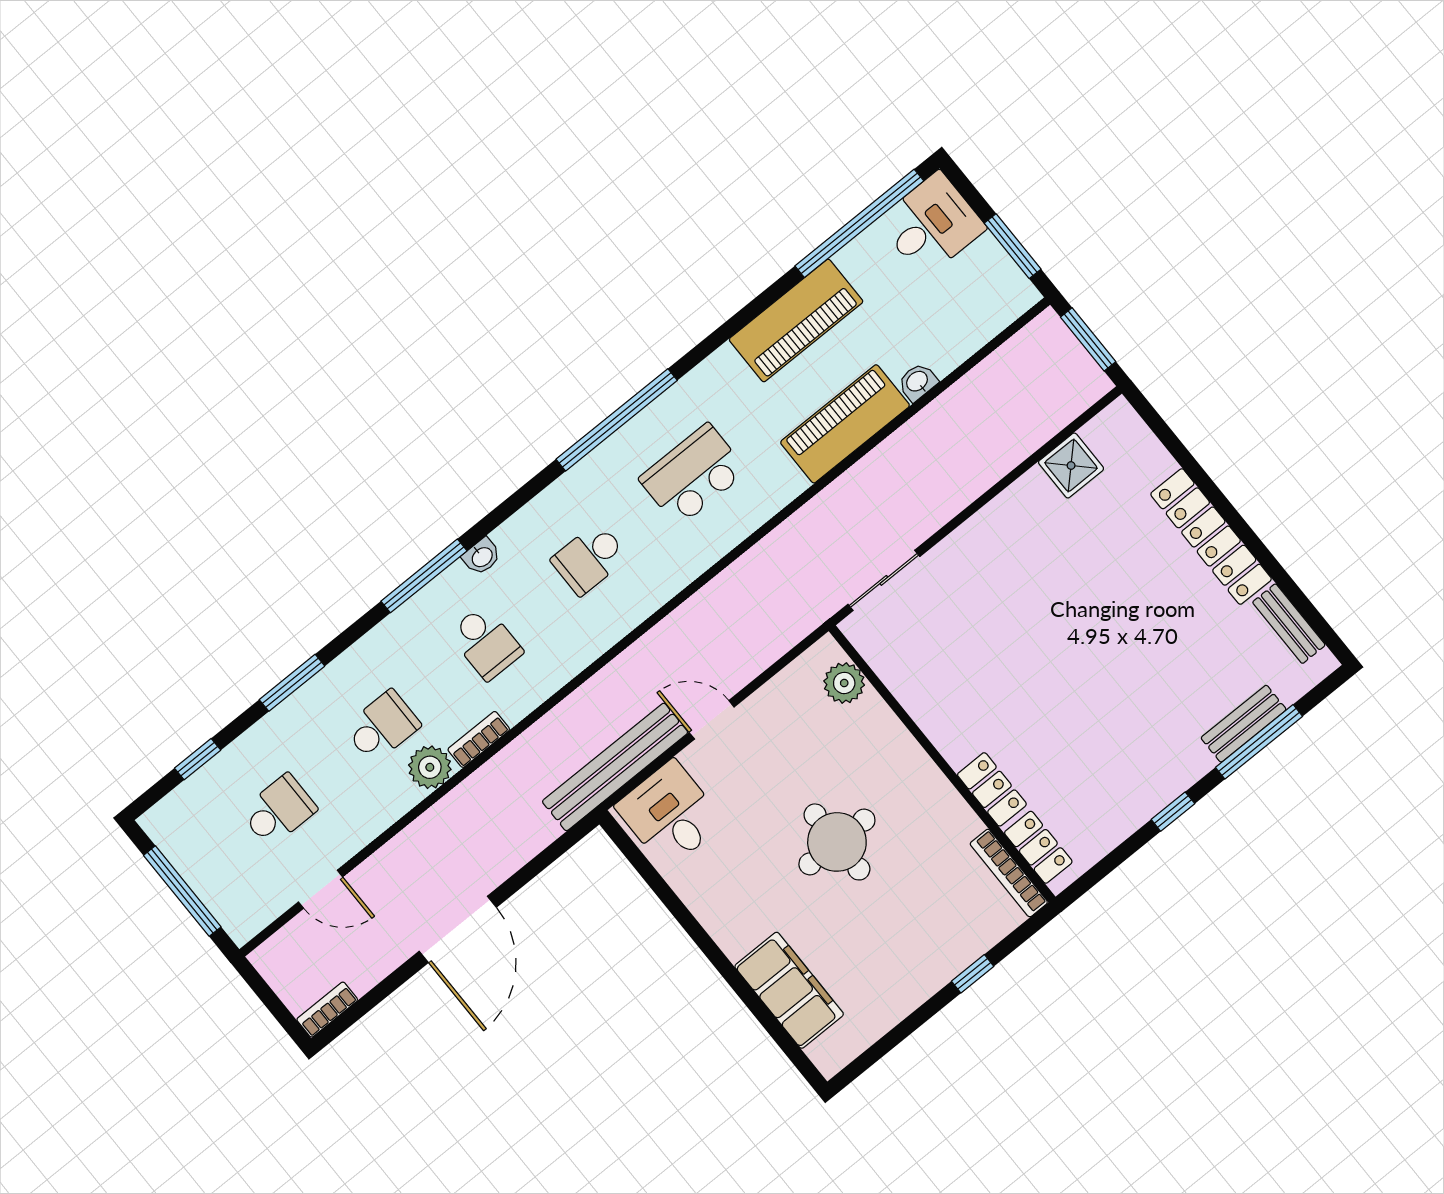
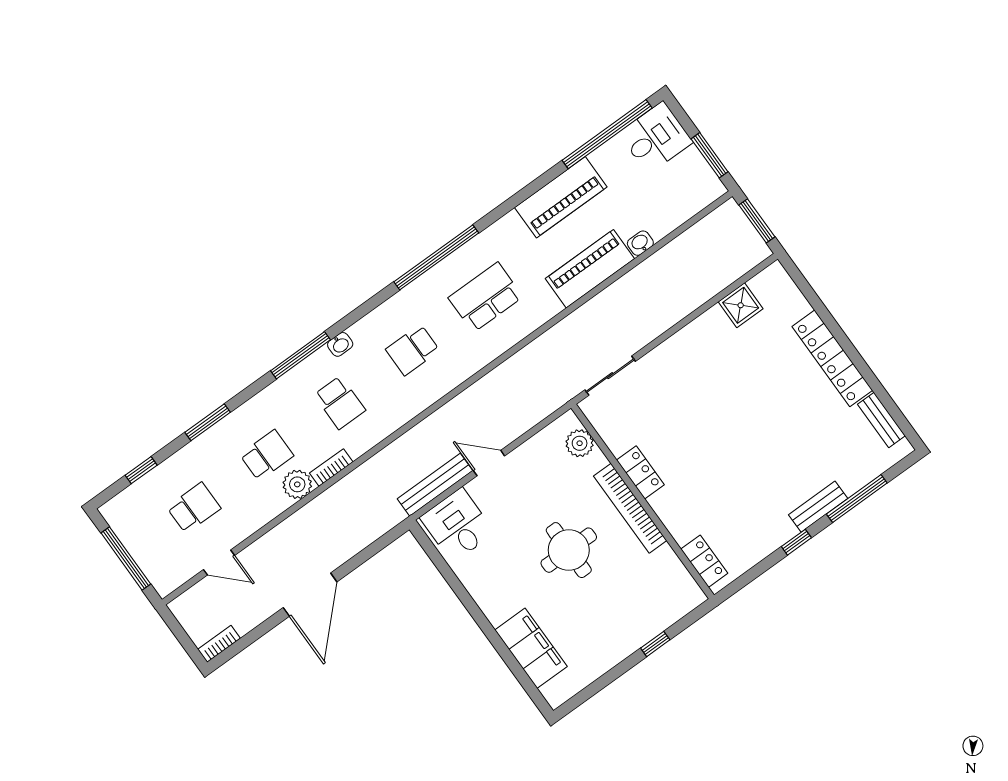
bench: (1244, 724) -> (818, 507), moved
bench: (615, 767) -> (435, 485), width x0.73, depth x0.82
locker: (992, 789) -> (640, 472), moved
bookcase: (1009, 873) -> (630, 508), moved, width x1.48, depth x1.31

